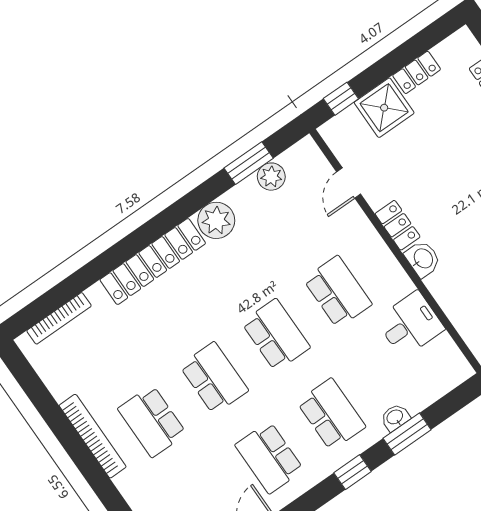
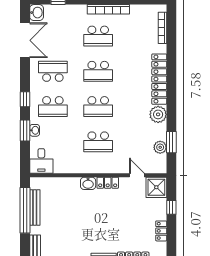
window: (341, 99) -> (171, 207), moved
shower: (384, 108) -> (156, 187), moved
desk: (410, 324) -> (41, 161), moved
school desk: (152, 421) -> (98, 36), turned 180

